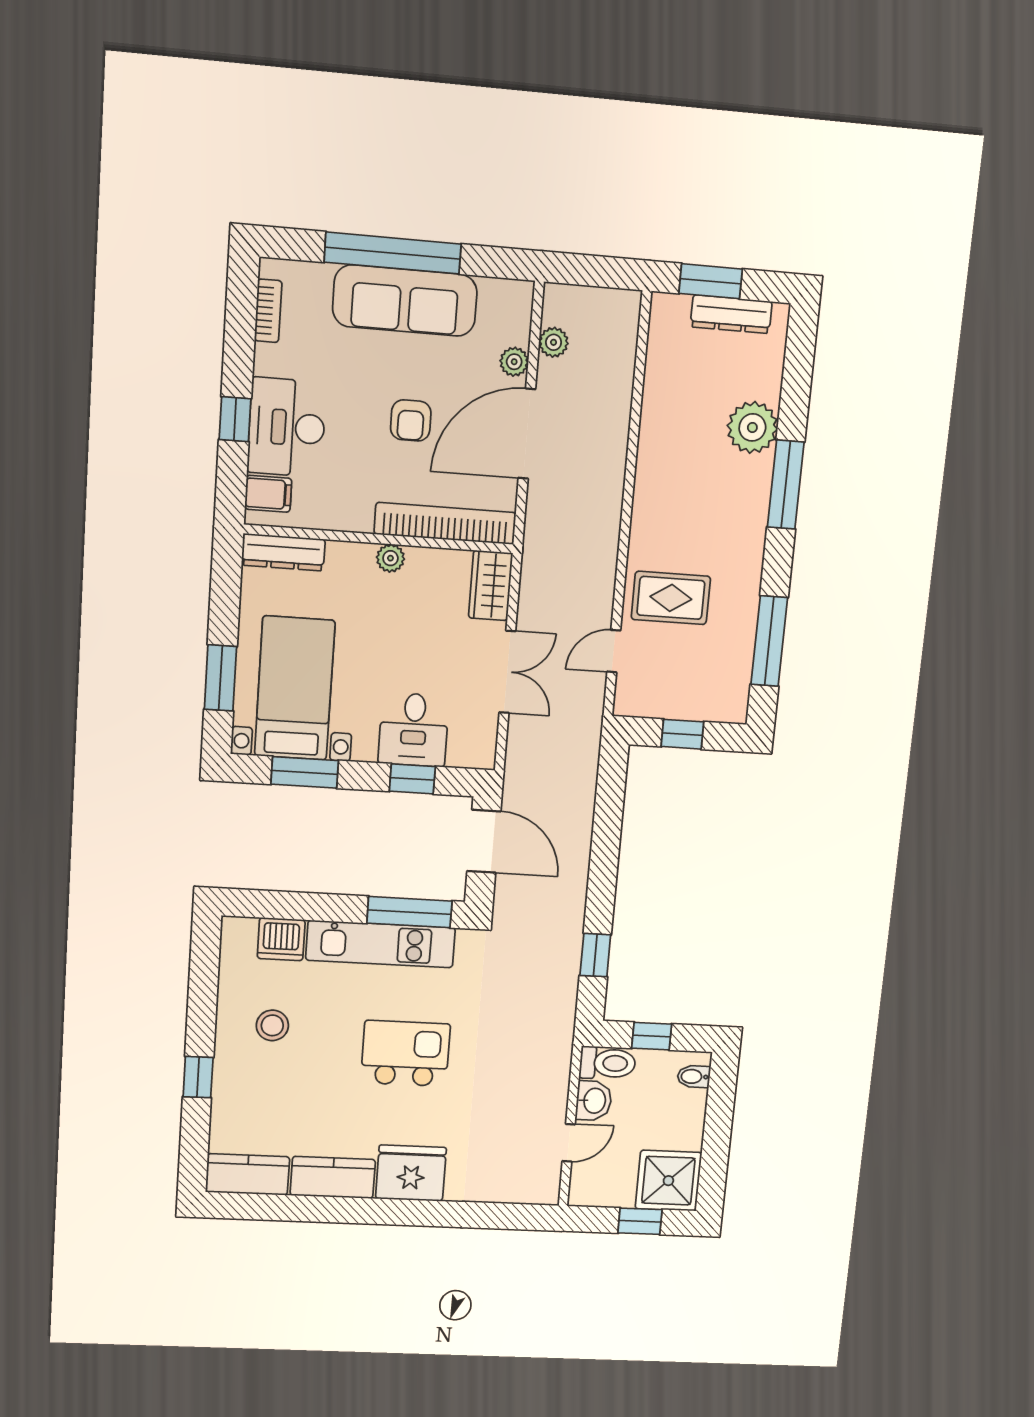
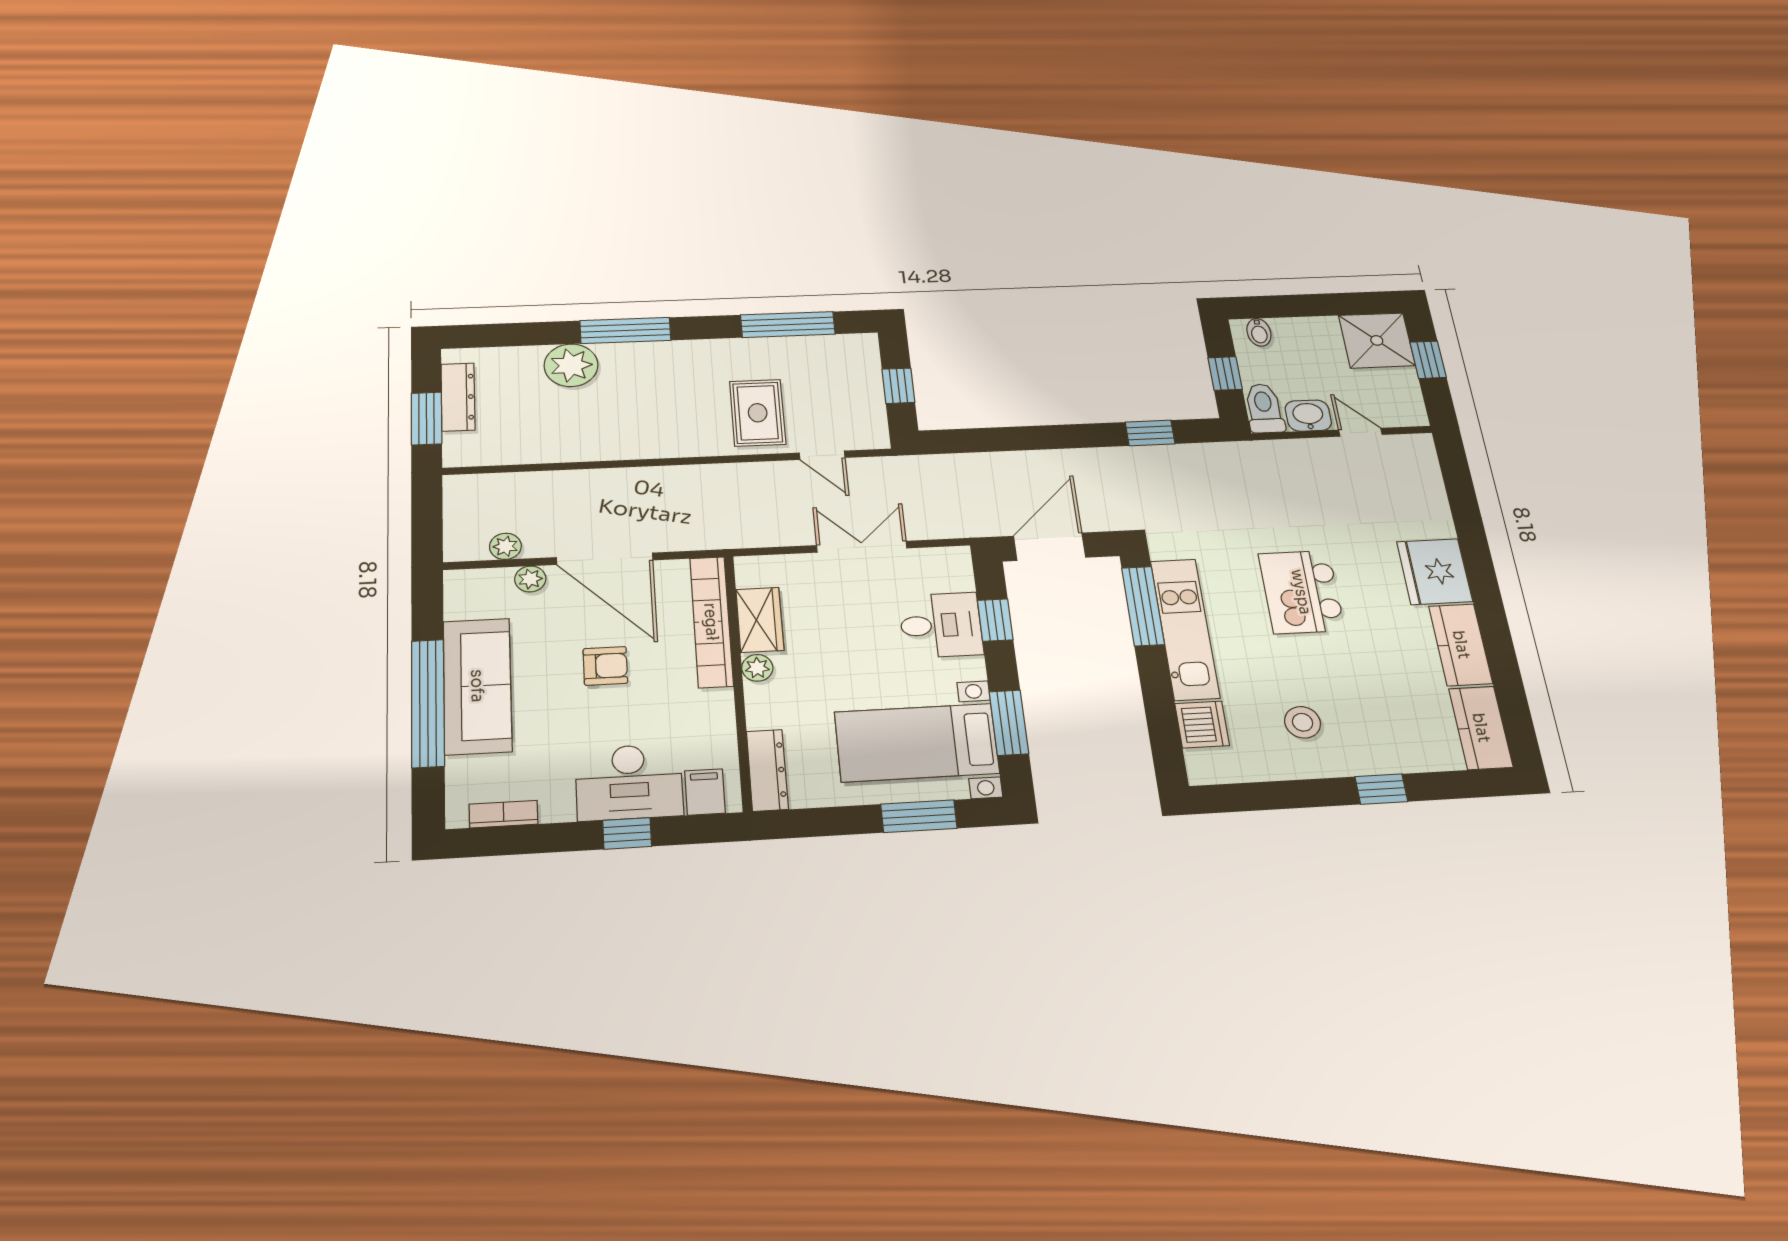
wardrobe: (491, 585) -> (760, 620), moved, turned -90

